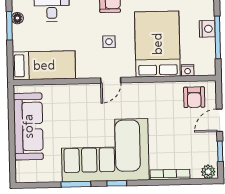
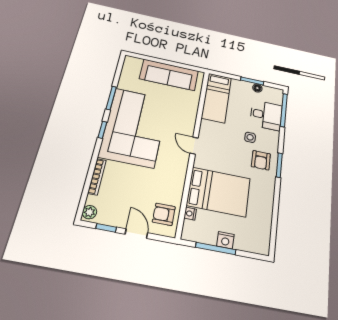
side table: (109, 42) -> (250, 137), moved

